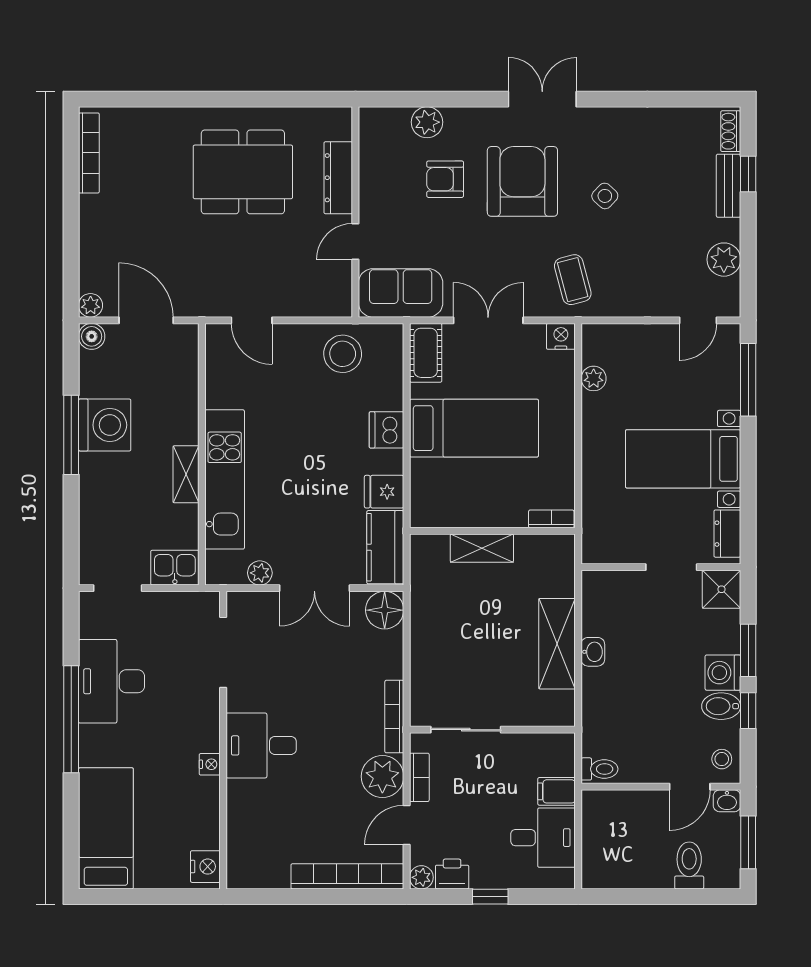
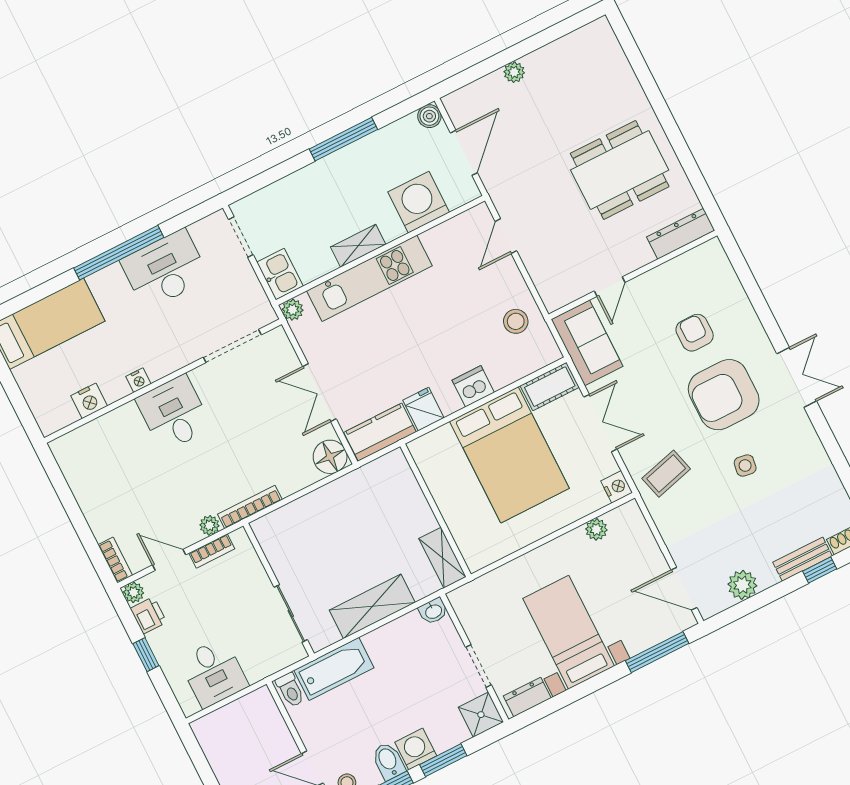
plant: (427, 122) -> (732, 296), removed
bookcase: (89, 153) -> (573, 41), removed
dining table: (243, 172) -> (620, 170), turned 90
dresser: (338, 178) -> (681, 234), moved
armchair: (522, 181) -> (724, 395), turned 180
side table: (605, 196) -> (745, 466), turned -34
door: (355, 242) -> (610, 287), swing flipped
plant: (91, 305) -> (514, 72), moved
door: (698, 320) -> (684, 589), width x1.38
stool: (343, 354) -> (516, 321), width x0.73, depth x0.73
washing machine: (105, 425) -> (419, 202), moved, turned 180
bed: (474, 428) -> (509, 455), width x1.50
bookcase: (551, 519) -> (469, 552), removed
shelving: (482, 548) -> (442, 558), moved
plant: (260, 573) -> (293, 310), moved
washbasin: (593, 652) -> (433, 611), moved
bathtub: (601, 714) -> (334, 669), added
sliding door: (466, 730) -> (291, 613), moved
plant: (382, 776) -> (209, 525), width x0.53, depth x0.53
filing cabinet: (557, 791) -> (255, 665), removed
nightstand: (205, 867) -> (89, 401), moved
bookcase: (347, 876) -> (115, 560), width x0.43, depth x0.76

